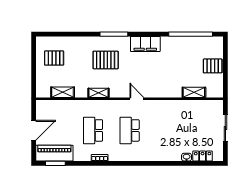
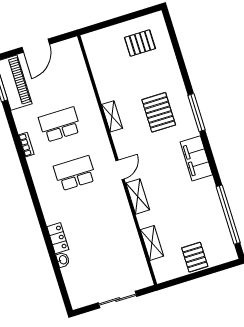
pallet: (54, 58) -> (140, 43), turned 90
shelving: (63, 92) -> (138, 196), moved
door: (34, 130) -> (36, 46), hinge flipped
locker: (203, 156) -> (58, 238), moved

